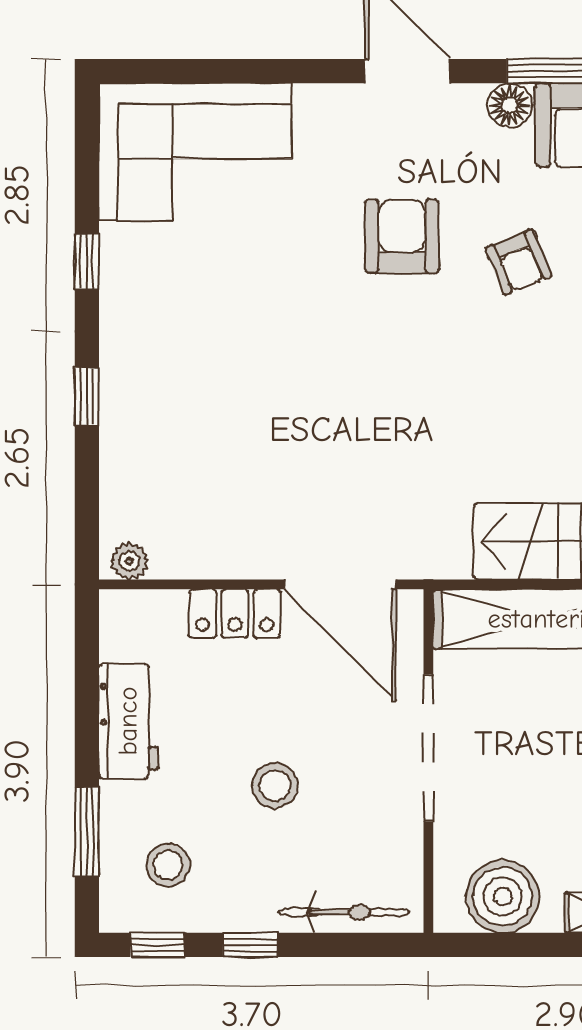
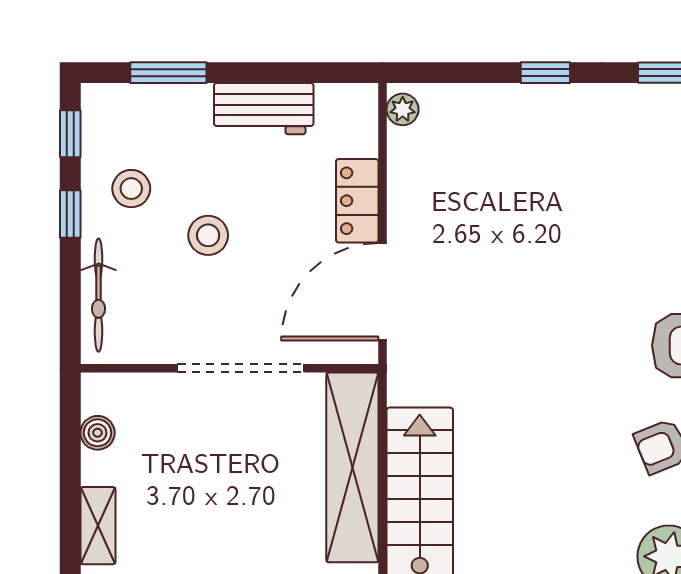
stool: (168, 865) -> (131, 189), moved
boiler: (503, 896) -> (98, 433), width x0.54, depth x0.54

